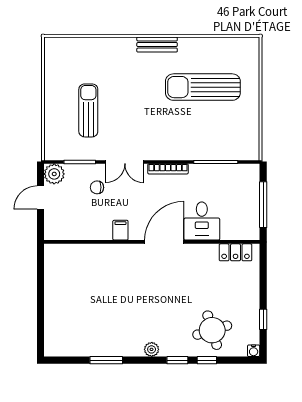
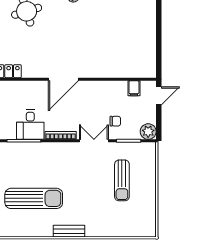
door: (40, 198) -> (159, 96), moved
desk: (202, 221) -> (30, 125), moved, turned 180
filing cabinet: (120, 230) -> (134, 88), moved

